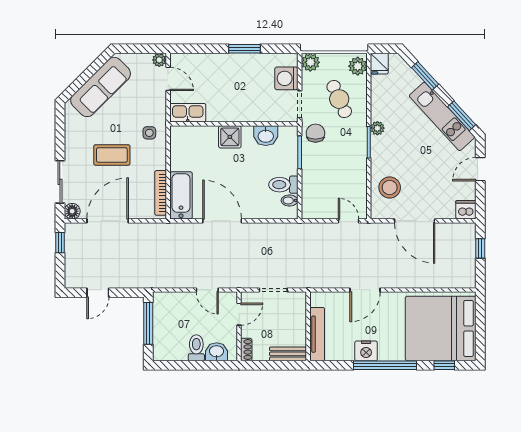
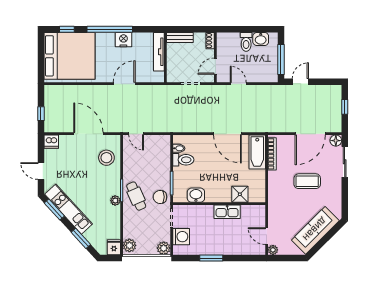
cafe table: (339, 99) -> (136, 196), moved
kitchen sink: (188, 113) -> (227, 212), moved
side table: (149, 133) -> (280, 197), removed
chair: (315, 133) -> (160, 197), turned 90
shower: (230, 137) -> (240, 194), moved
door: (480, 169) -> (41, 171), swing flipped
window: (60, 243) -> (345, 107), moved
door: (98, 293) -> (300, 82), moved
washbasin: (216, 352) -> (261, 39), moved

